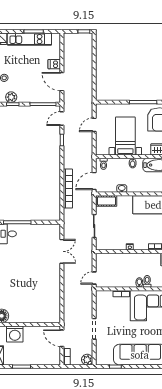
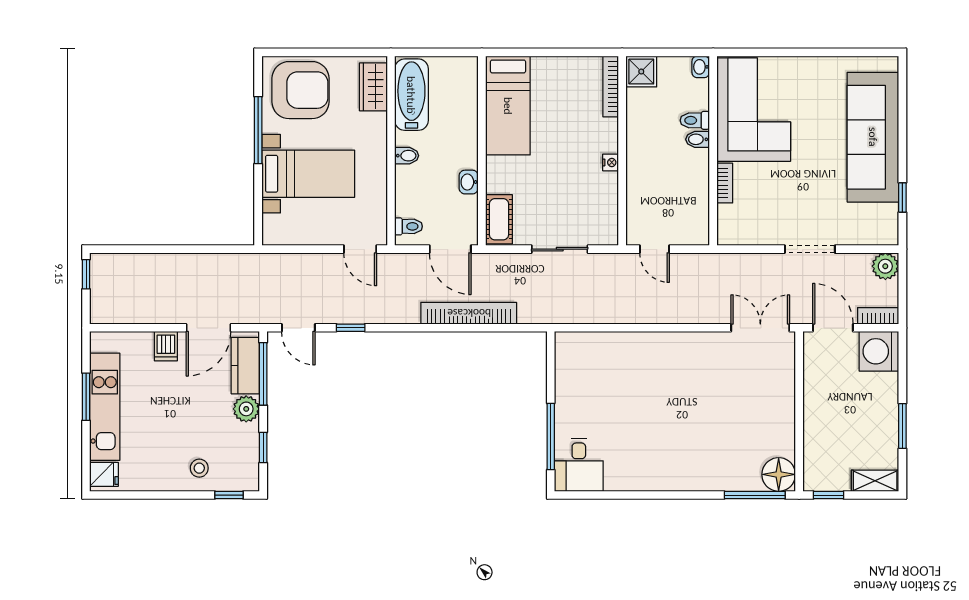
plant: (11, 97) -> (246, 409), moved
kitchen counter: (46, 97) -> (245, 366), added
door: (94, 125) -> (360, 249), moved
bed with nightstands: (125, 136) -> (308, 174), moved, turned 180
double door: (62, 251) -> (760, 328), moved
door: (94, 278) -> (655, 249), moved
washing machine: (15, 334) -> (879, 351), moved, turned 180
door: (62, 338) -> (833, 328), swing flipped

